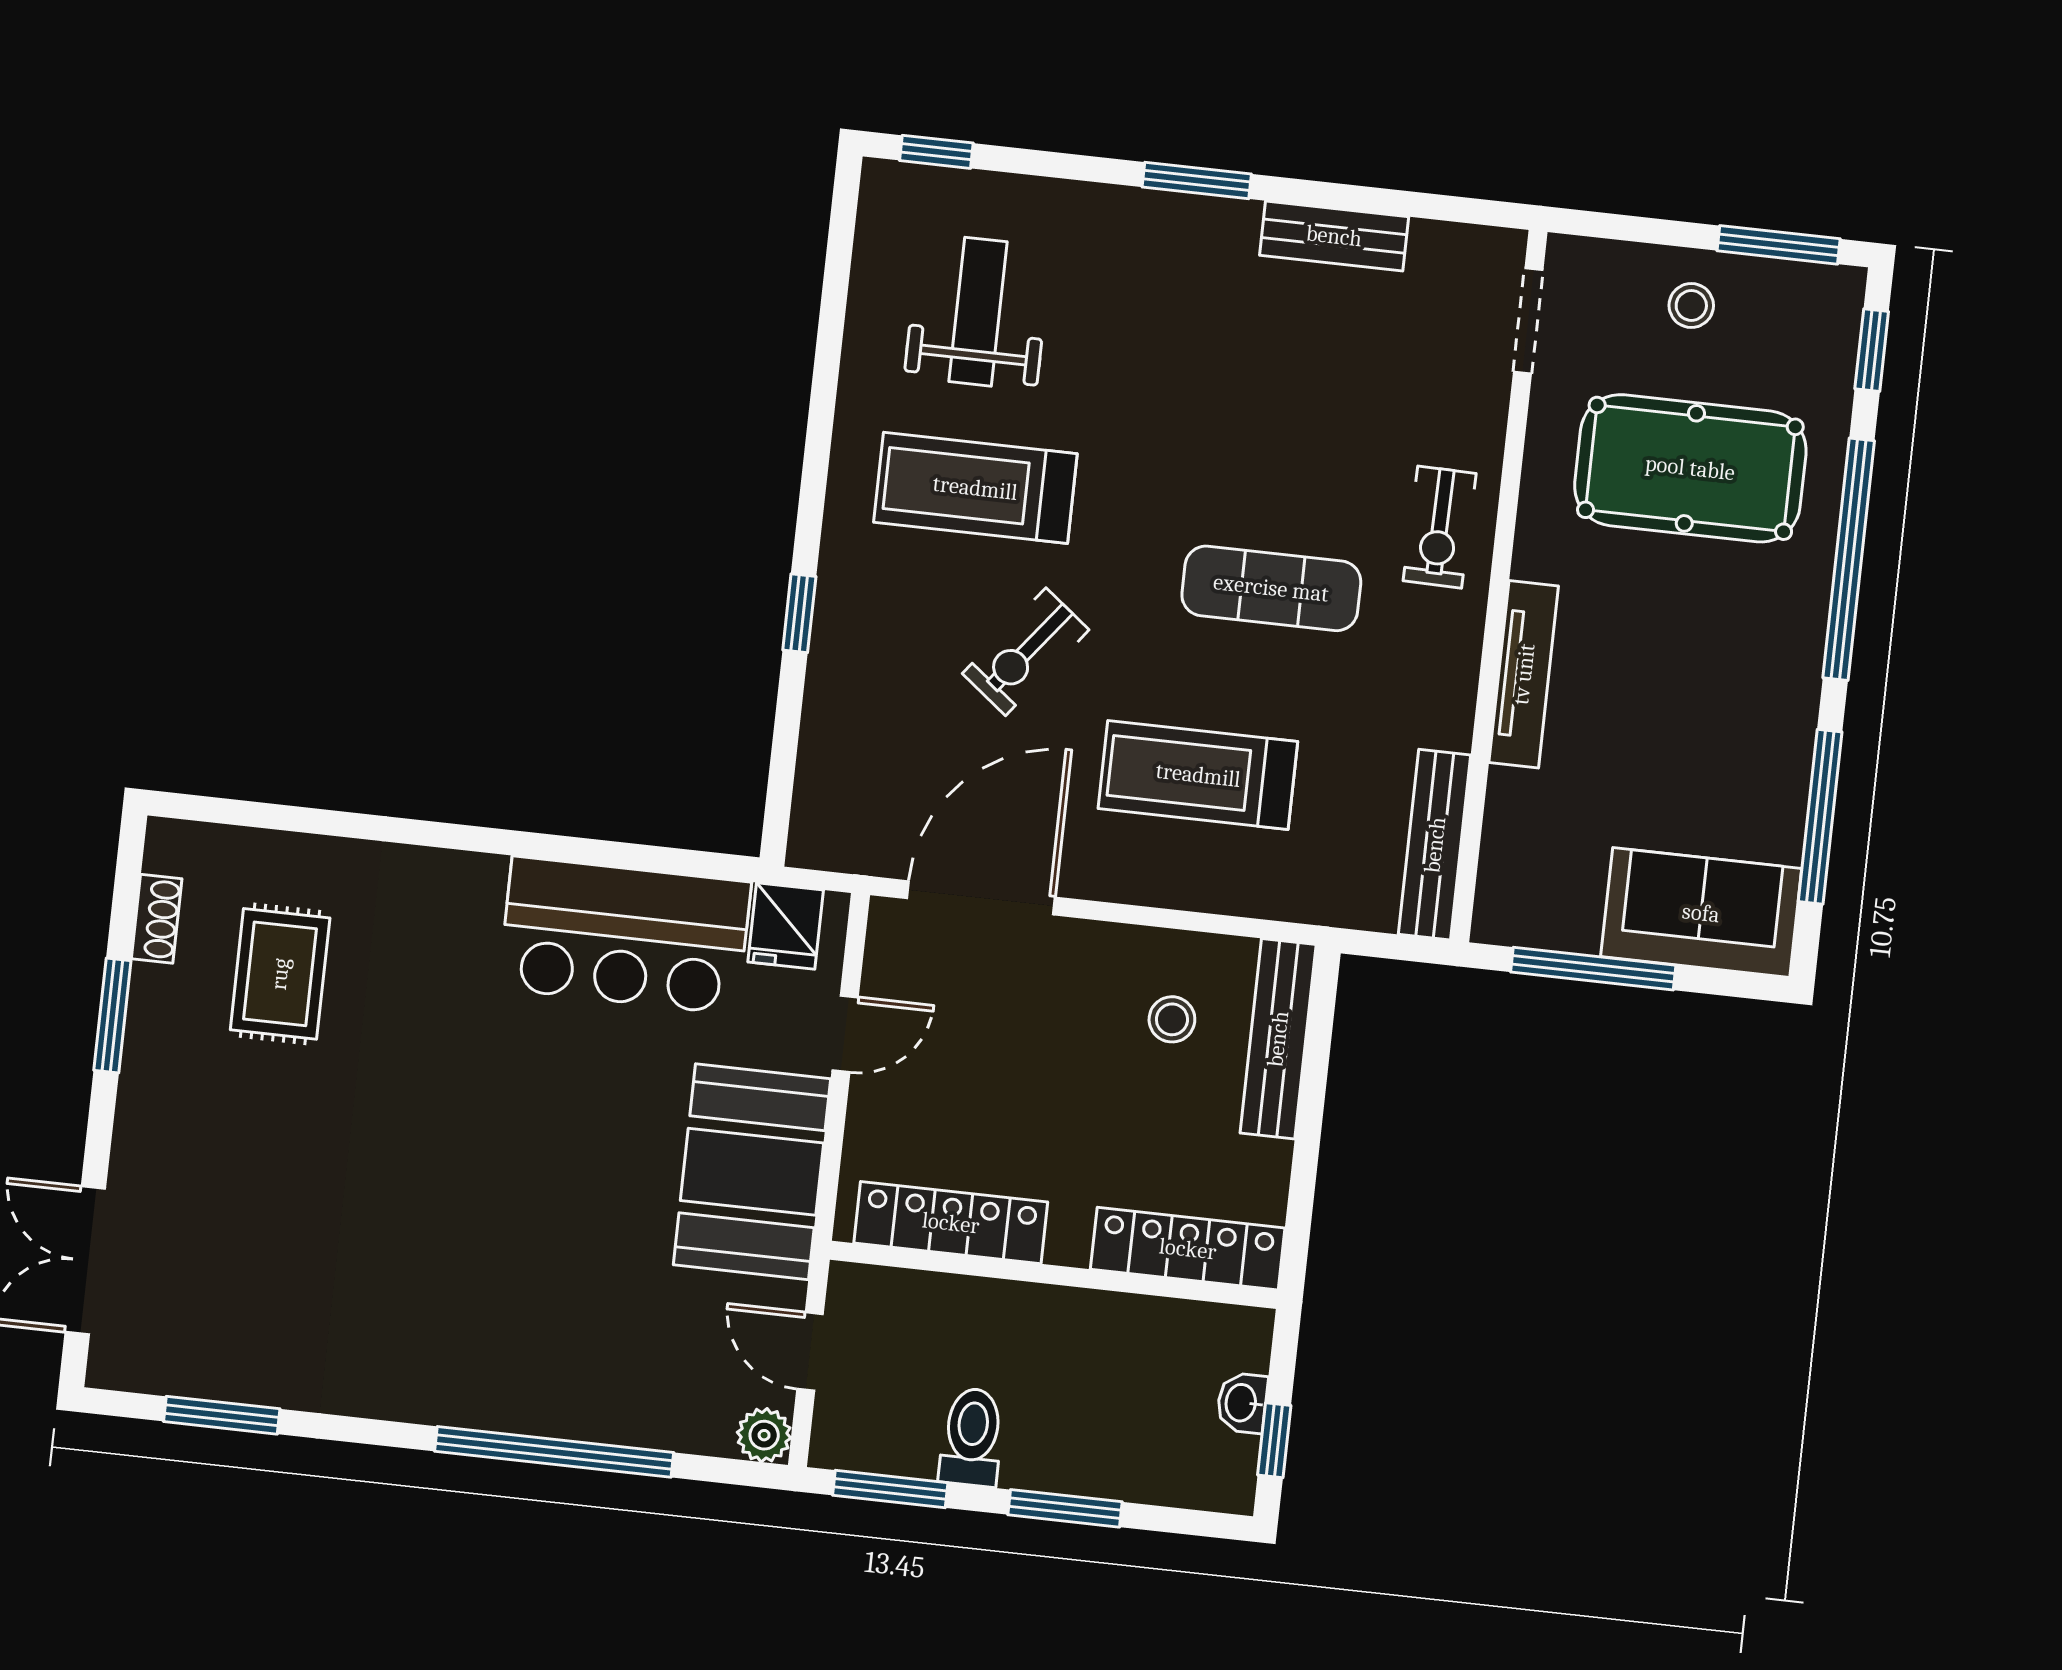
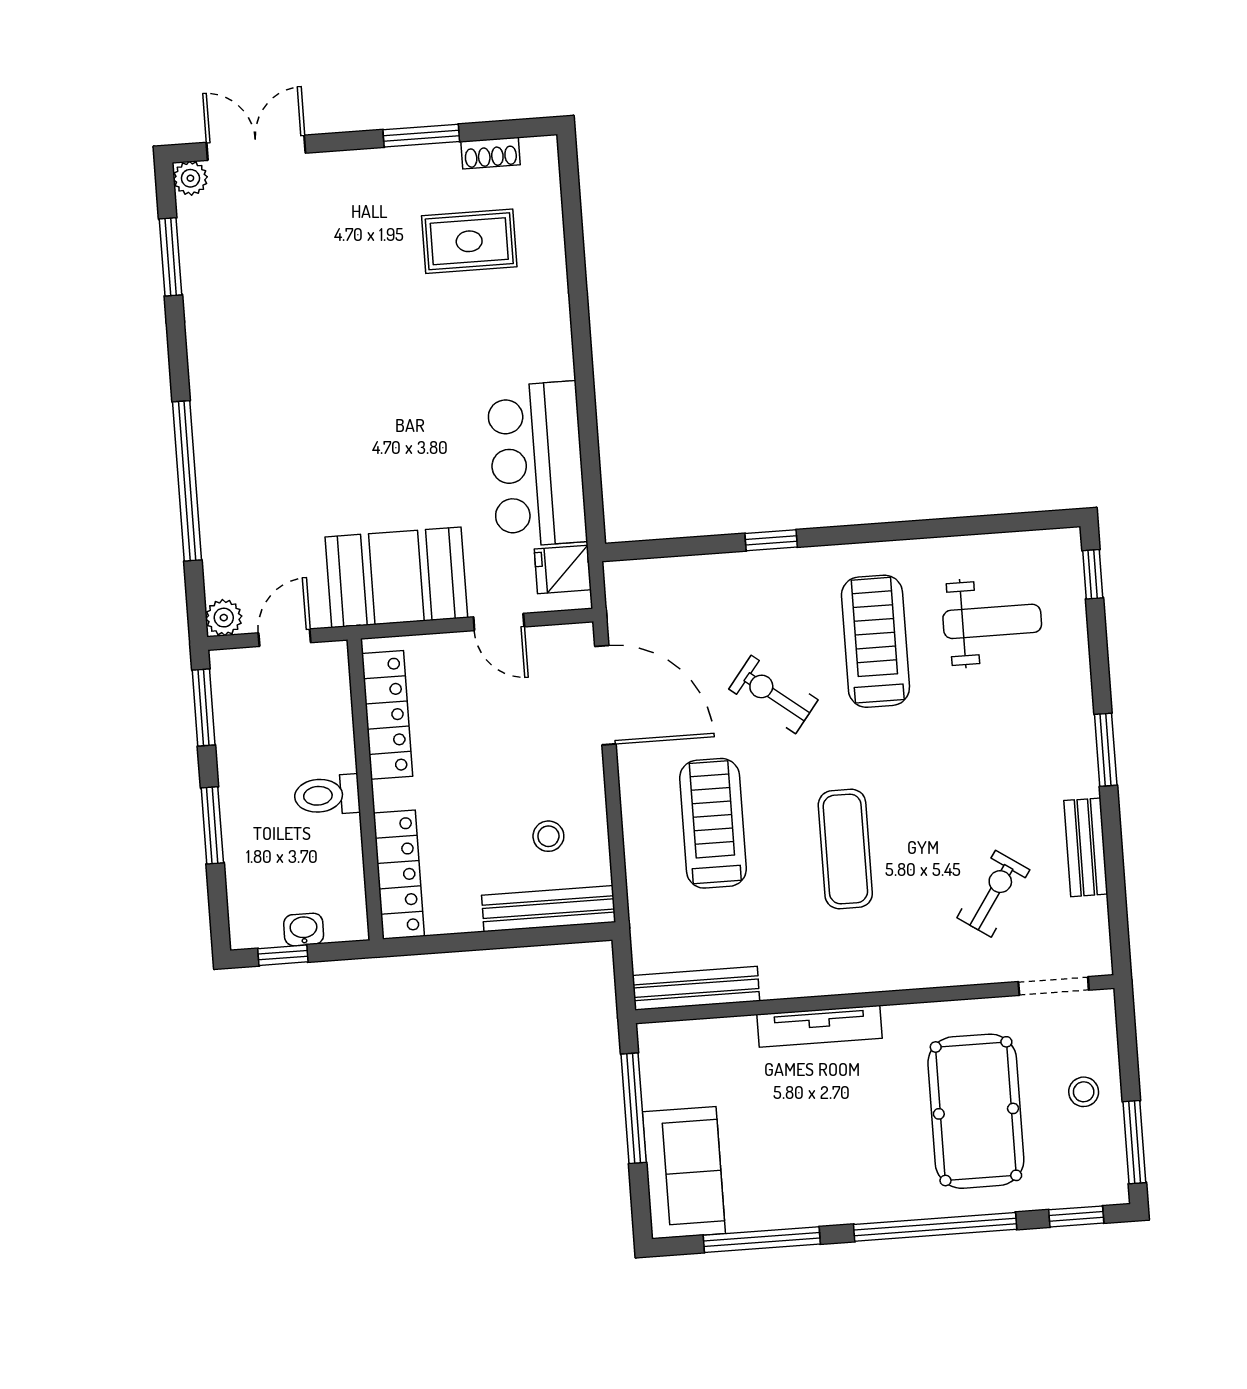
exercise bike: (1440, 527) -> (993, 894), moved, turned 123
plant: (112, 1365) -> (190, 178), added
toilet: (972, 1437) -> (327, 795), moved, turned 180

